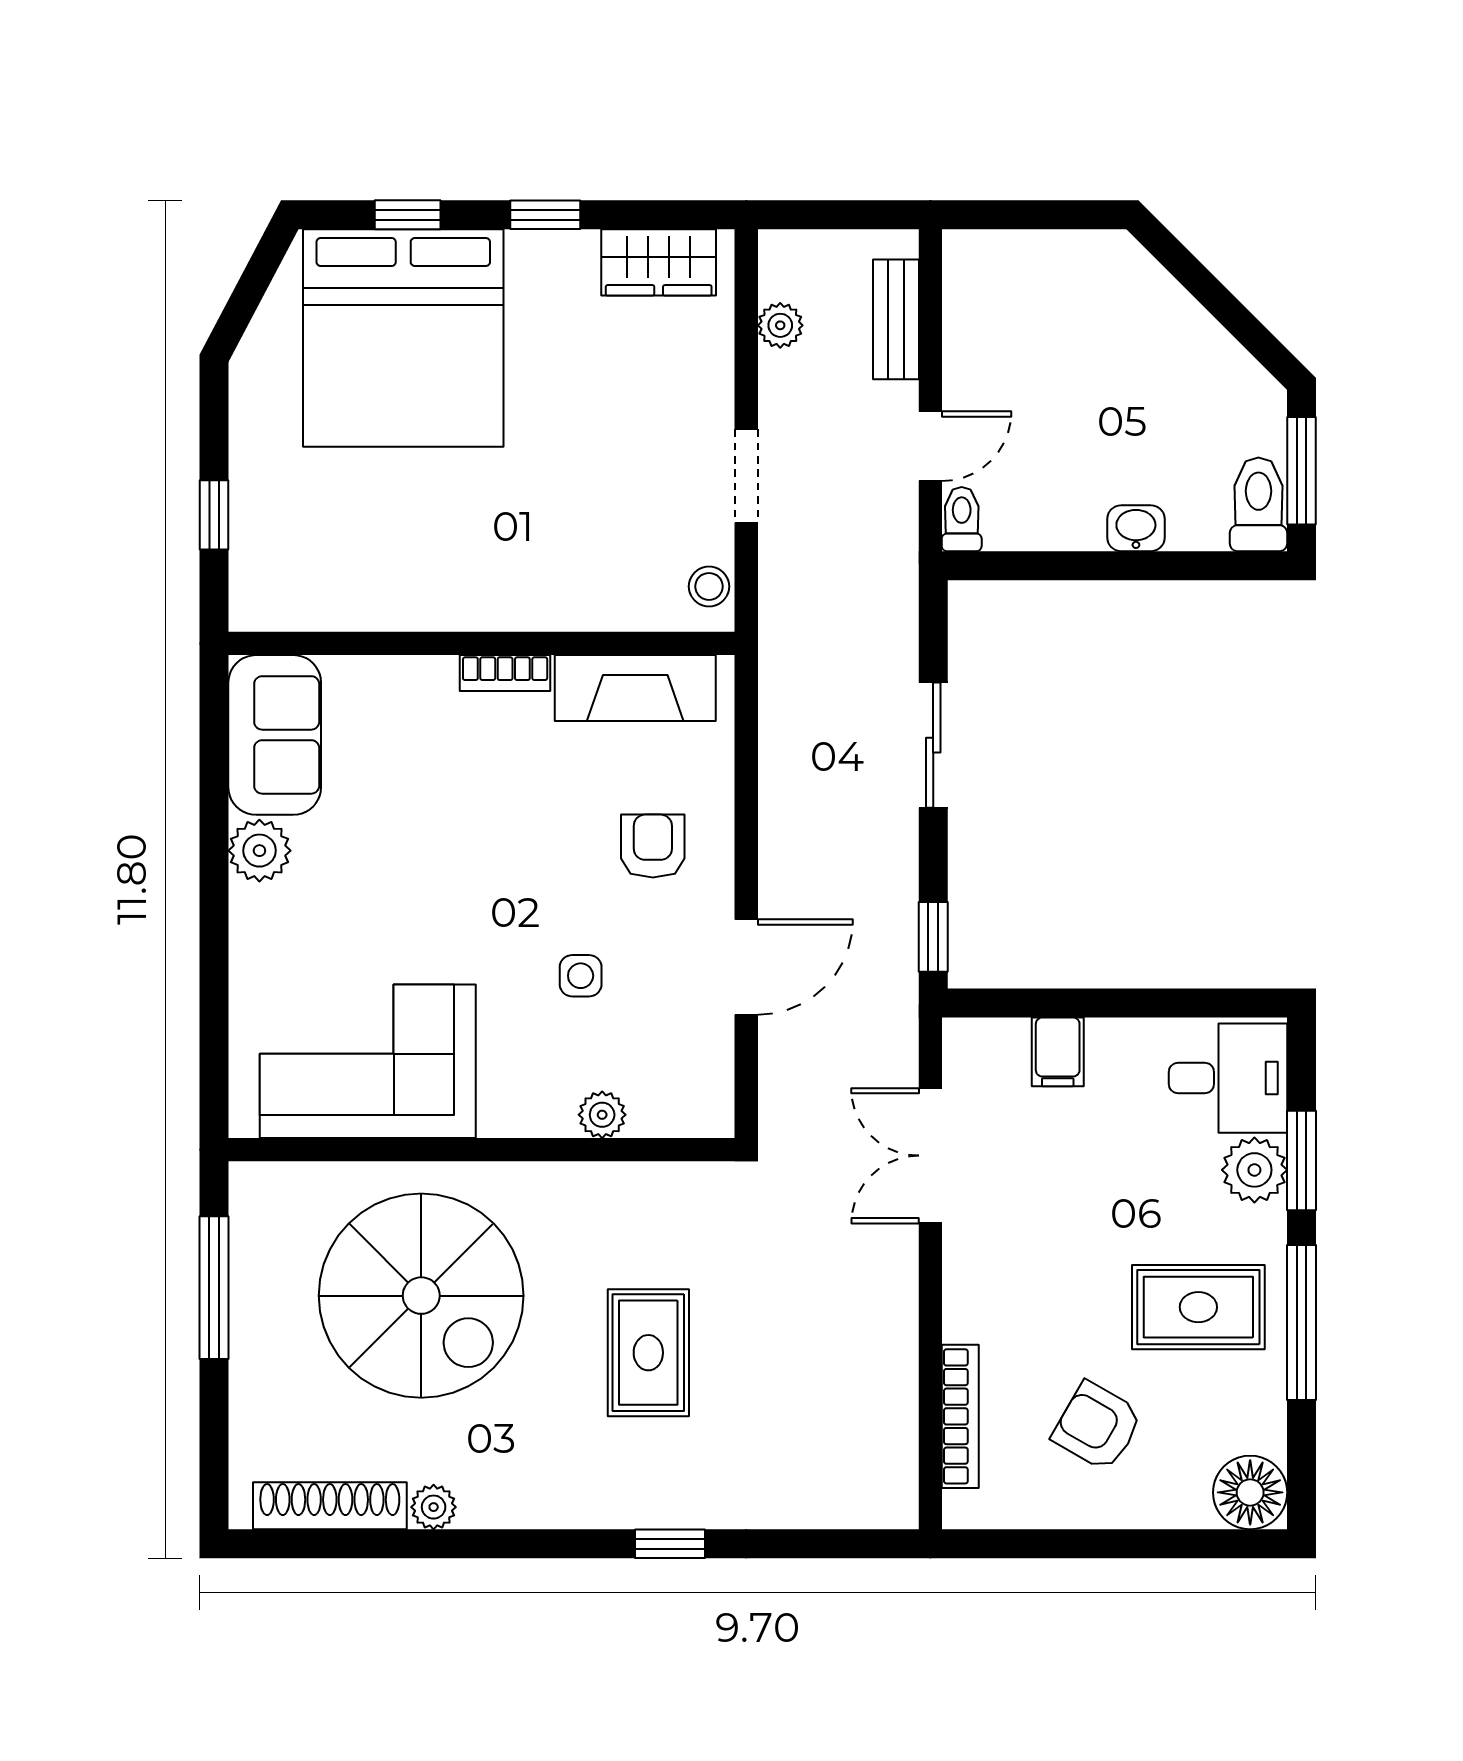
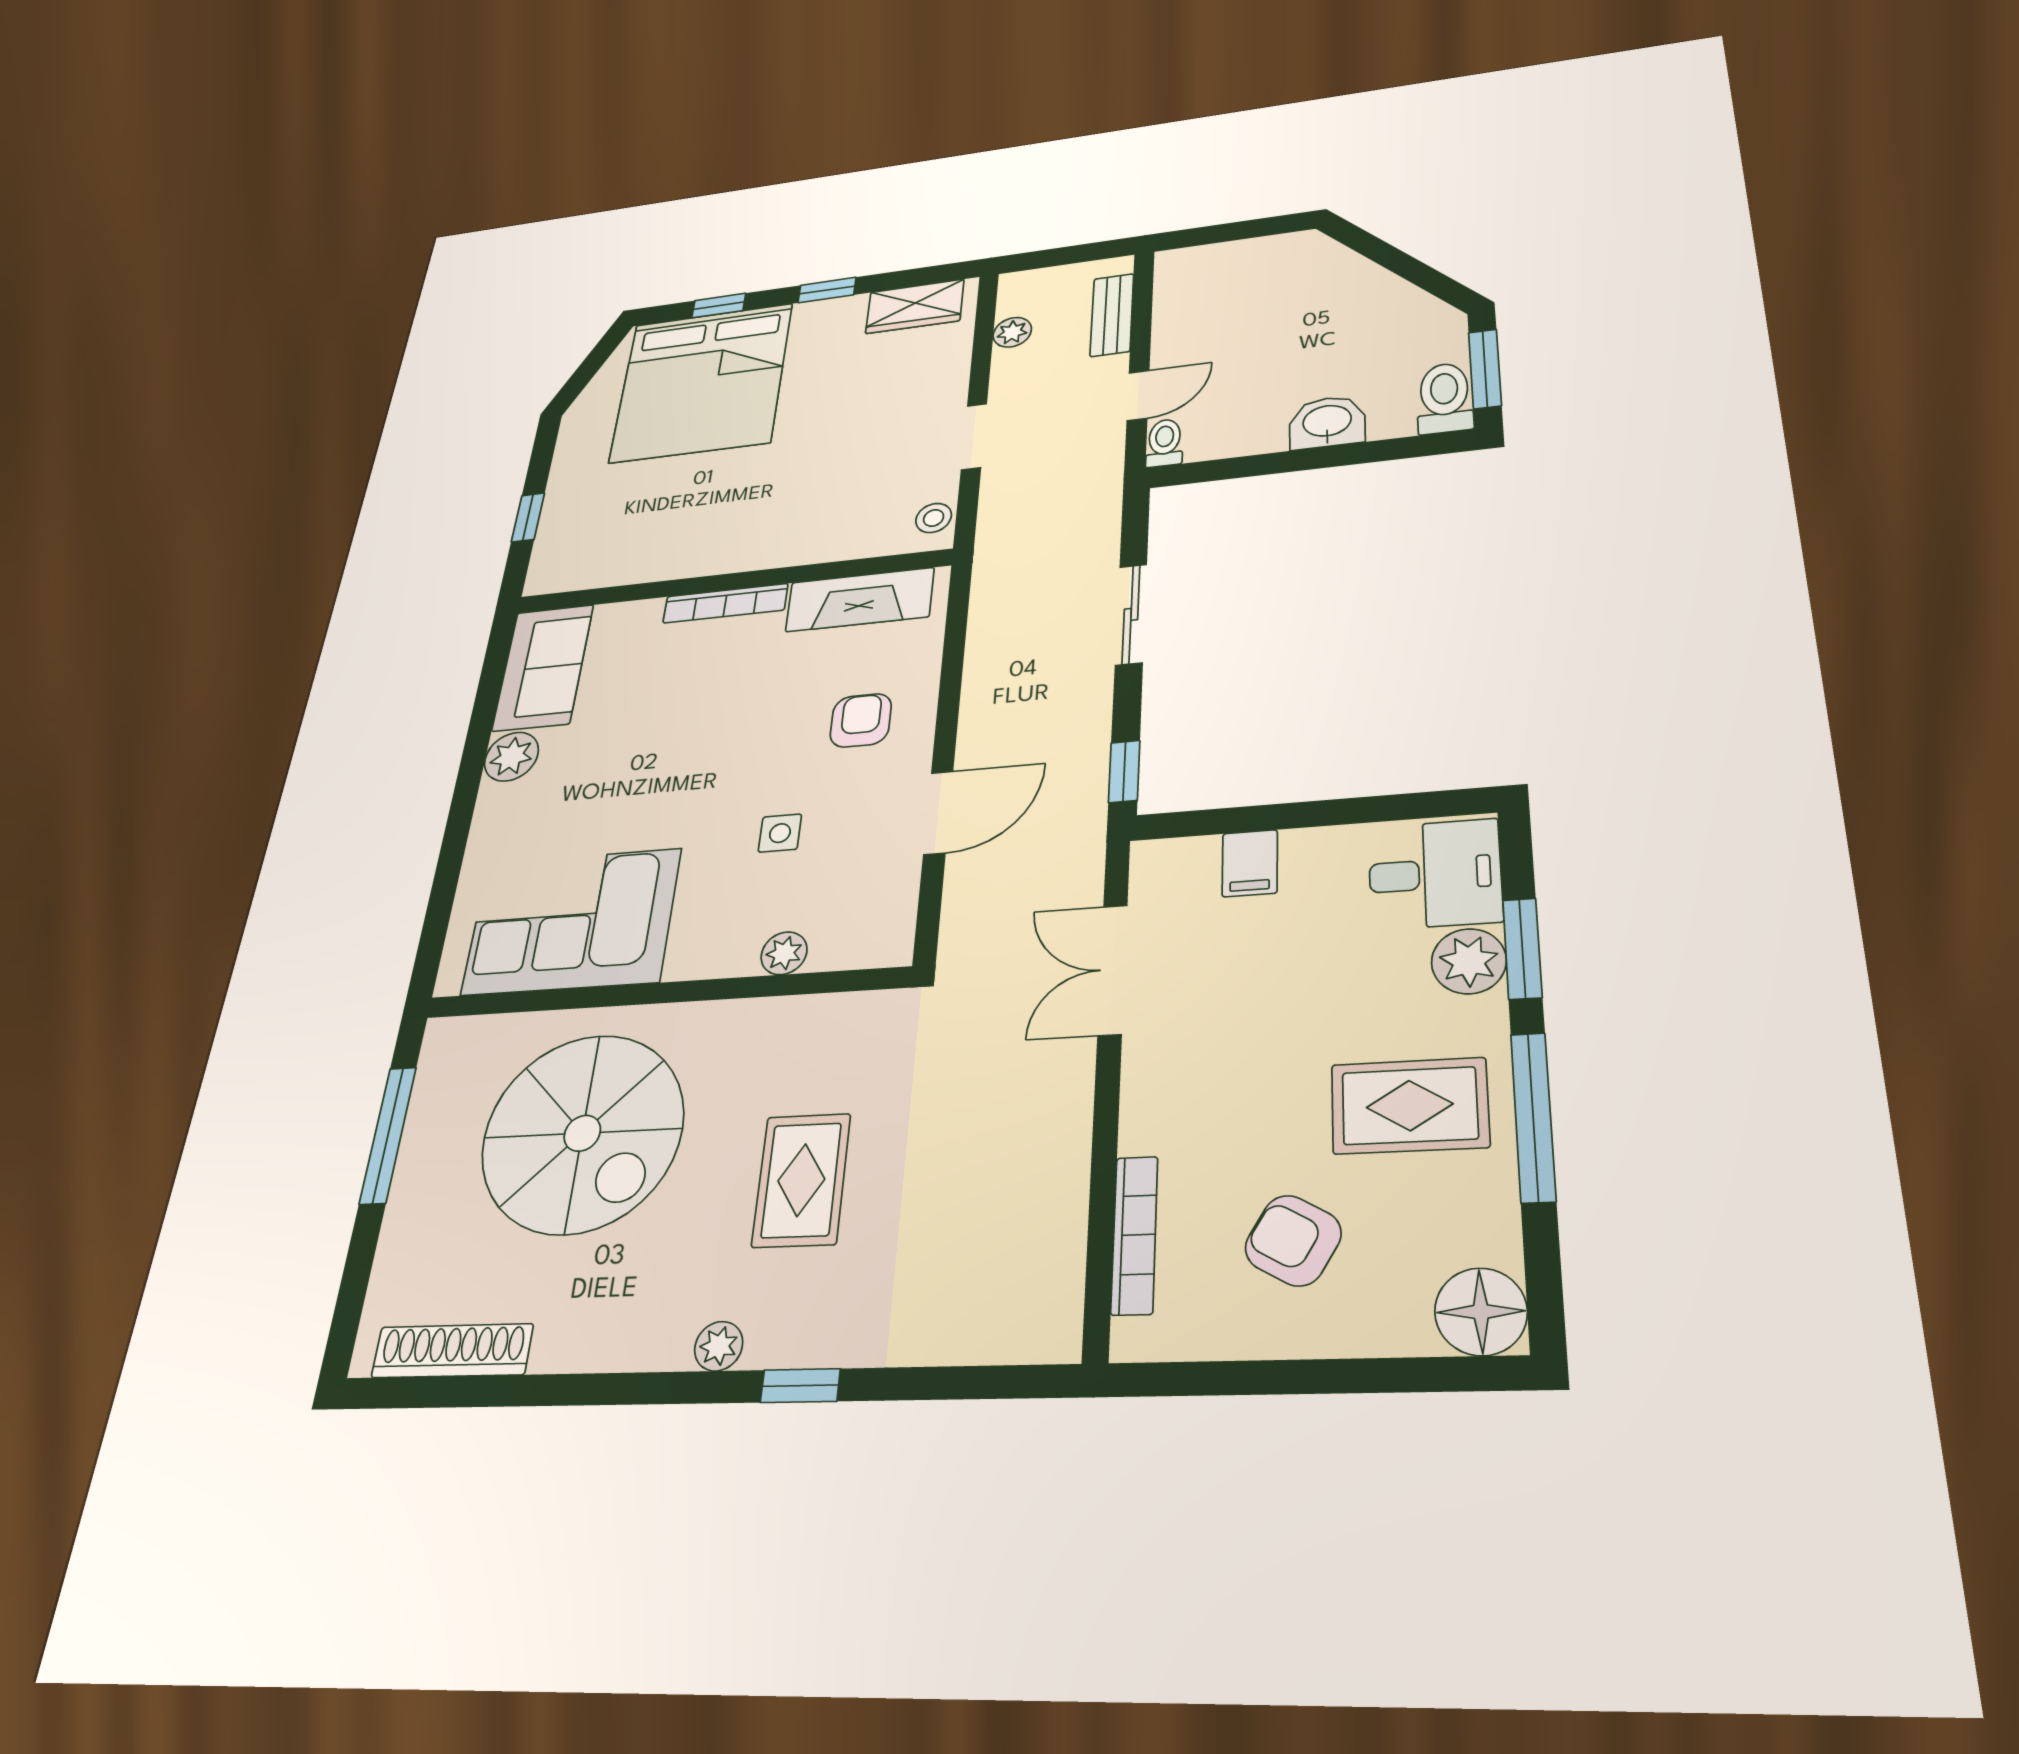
washbasin: (1136, 528) -> (1327, 422), width x1.38, depth x1.45
bookcase: (505, 673) -> (725, 603), width x1.56
plant: (434, 1507) -> (719, 1346), moved

